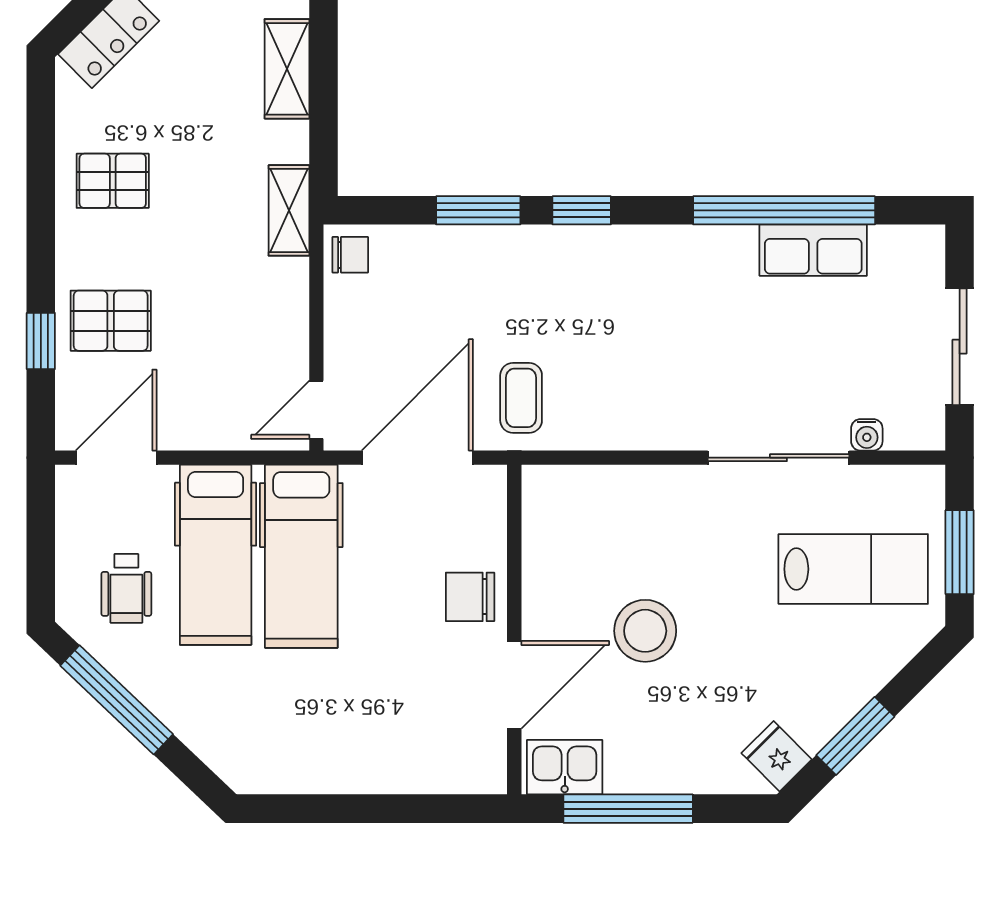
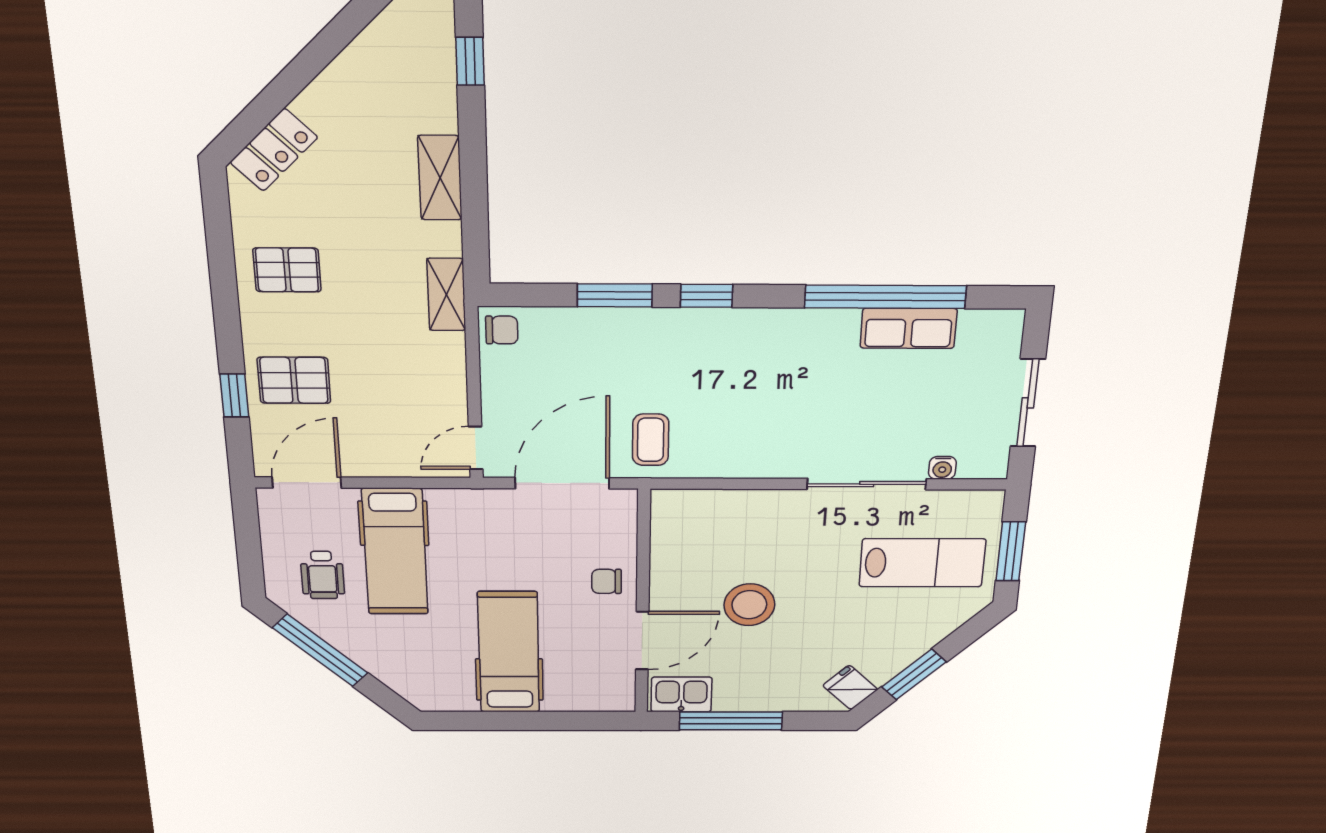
hospital bed: (301, 556) -> (509, 653), moved, turned 180
chair: (470, 597) -> (607, 581), width x0.73, depth x0.73

